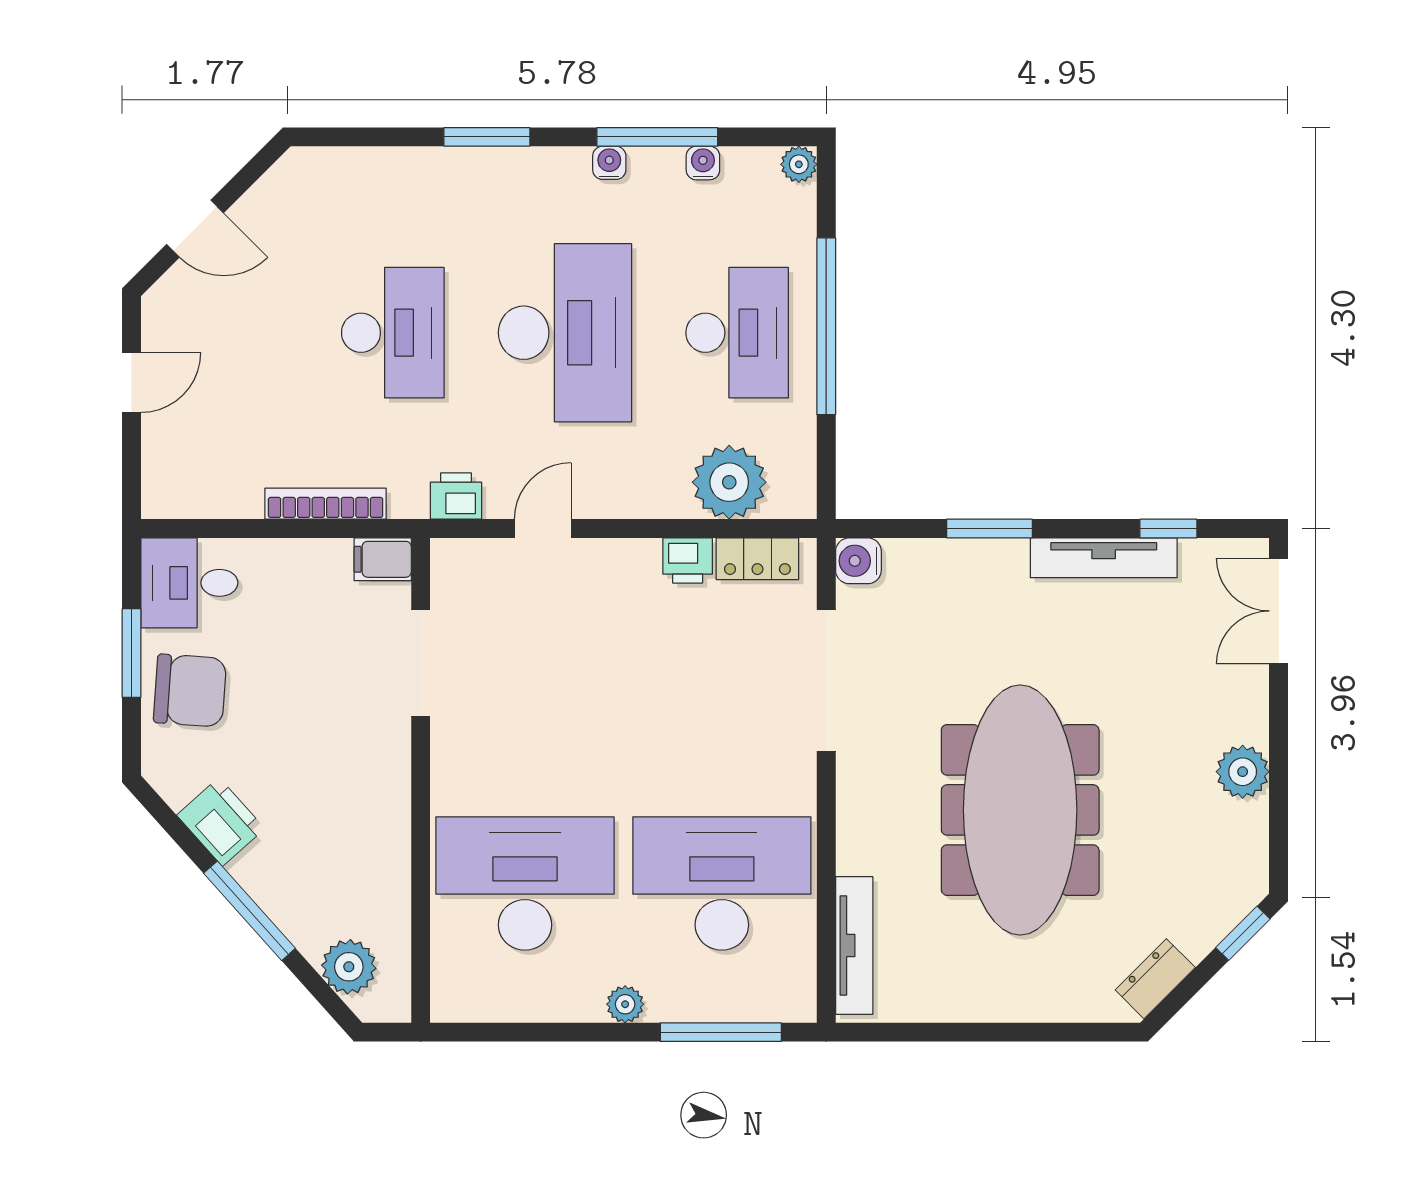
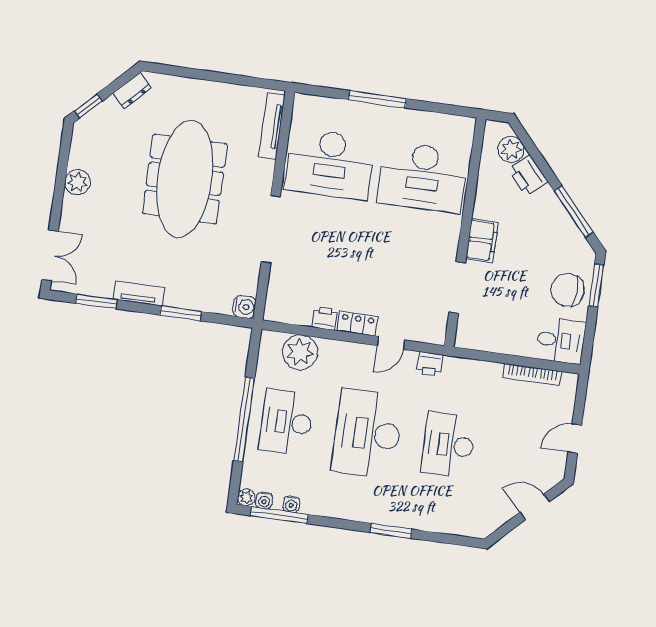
window: (657, 137) -> (279, 515), moved
water cooler: (609, 163) -> (264, 501), moved
bookcase: (326, 504) -> (532, 375), moved
window: (1168, 529) -> (96, 301), width x1.50
tv unit: (1104, 558) -> (139, 293), width x0.71
filing cabinet: (383, 559) -> (482, 240), moved, width x2.00
locker: (757, 559) -> (357, 324), moved
window: (132, 653) -> (596, 285), moved
doorway: (826, 680) -> (271, 229), moved
printer: (221, 822) -> (528, 176), moved
window: (249, 911) -> (574, 211), moved
plant: (625, 1004) -> (384, 114), removed
window: (721, 1032) -> (378, 99), moved

